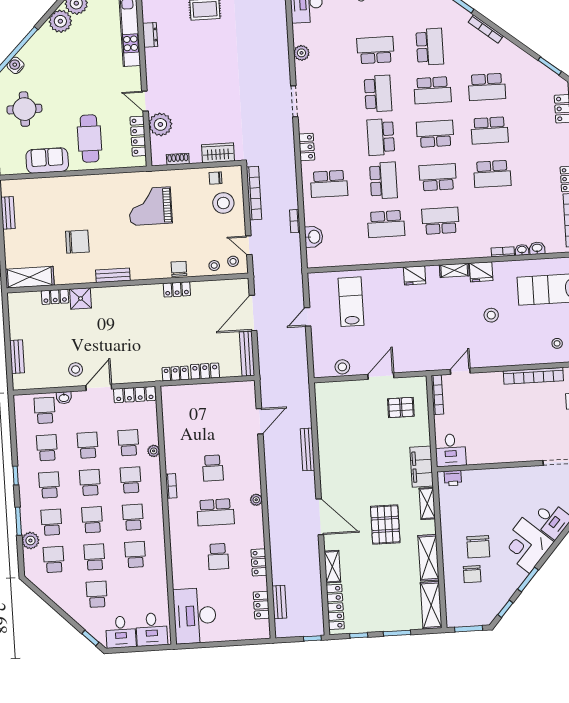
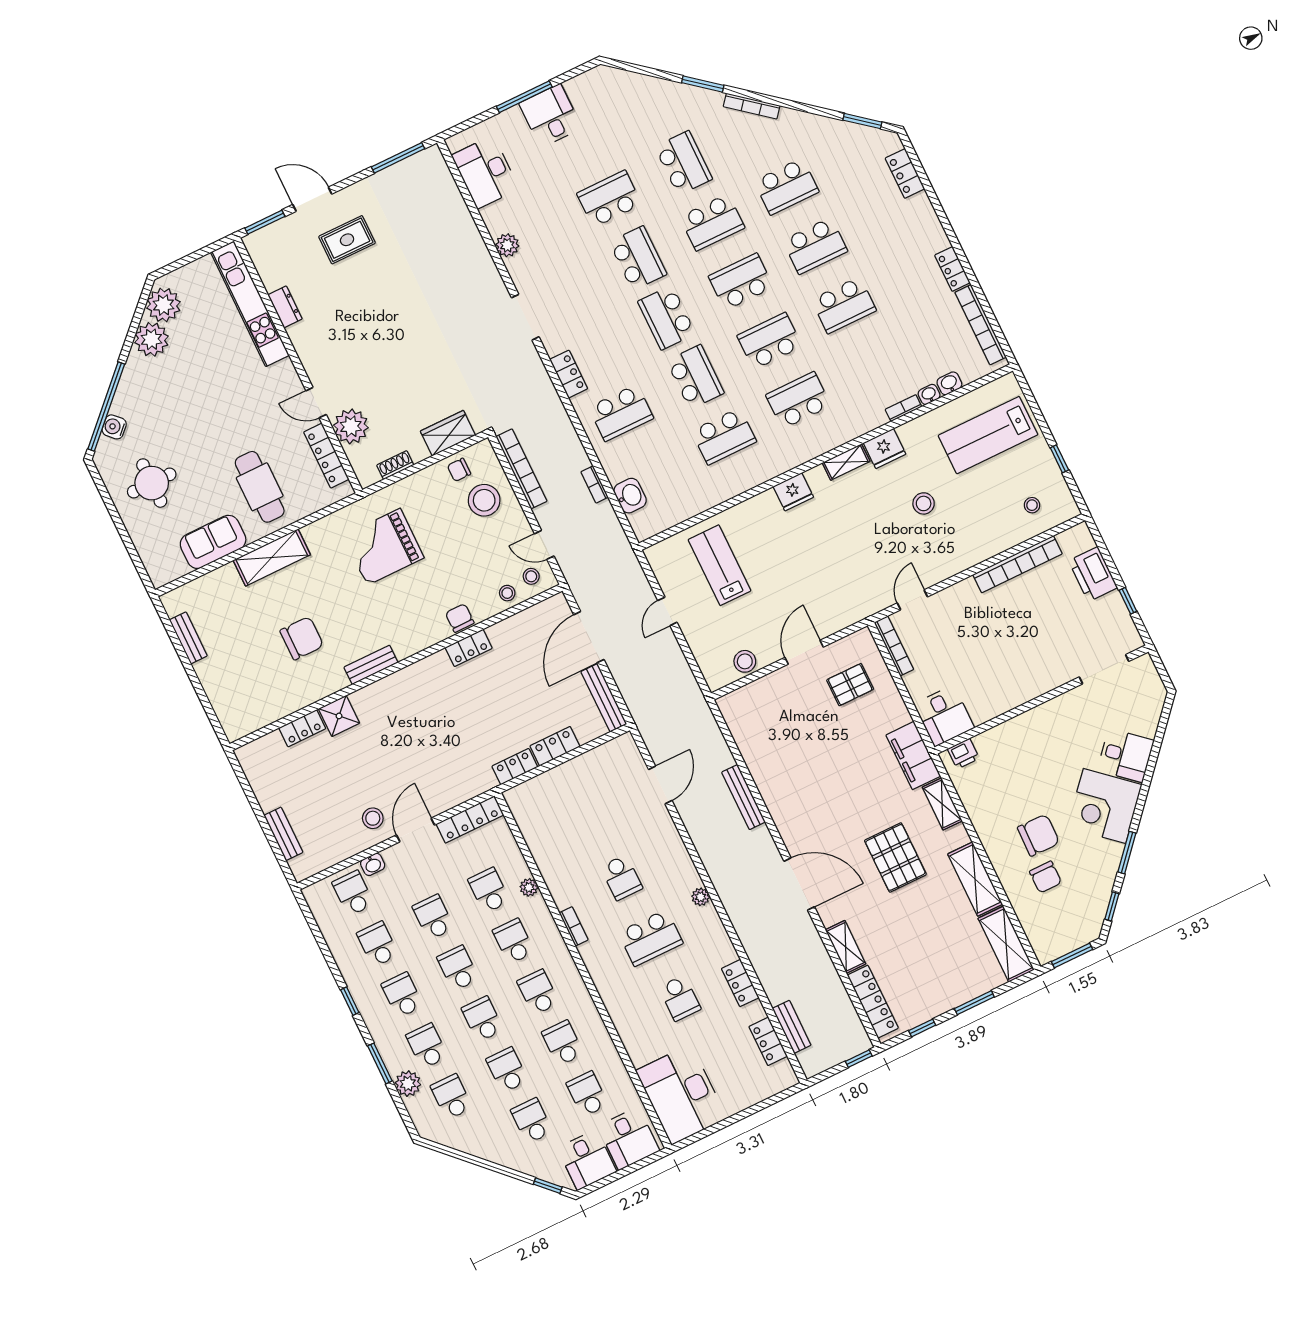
shelving: (30, 277) -> (272, 557), moved
chair: (478, 547) -> (1038, 835), turned -89
school desk: (138, 592) -> (587, 1094), added

